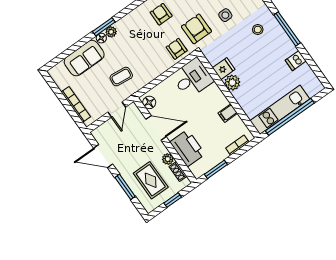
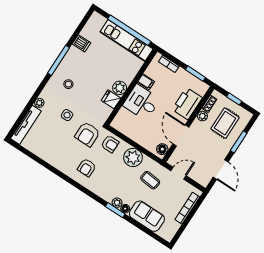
armchair: (177, 49) -> (110, 144), turned -90
plant: (153, 68) -> (133, 157), added
desk: (192, 78) -> (141, 102), moved

